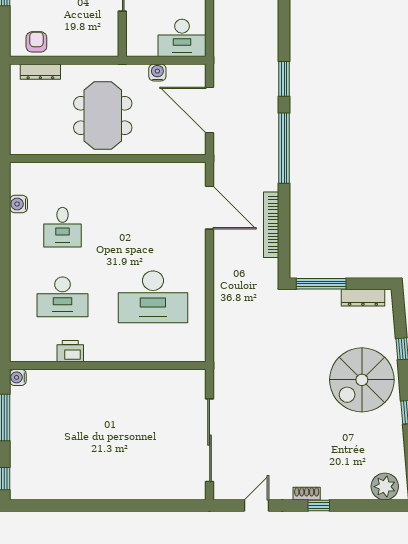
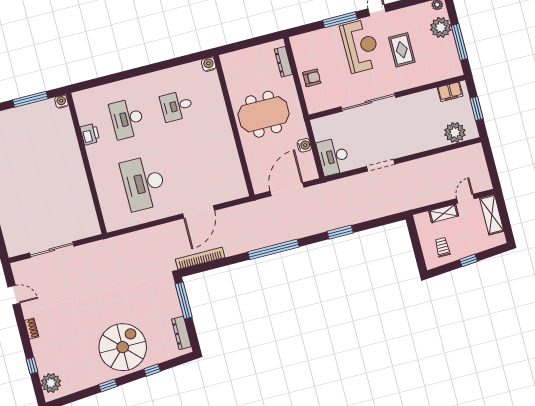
armchair: (36, 42) -> (312, 78), moved
window: (284, 79) -> (340, 232), moved
water cooler: (18, 204) -> (209, 64), moved
door: (210, 208) -> (199, 212), moved
bookcase: (271, 225) -> (200, 258), moved
spiral stairs: (362, 380) -> (123, 347), turned 90
sliding door: (210, 440) -> (52, 250), width x0.73
window: (319, 506) -> (32, 366), moved

